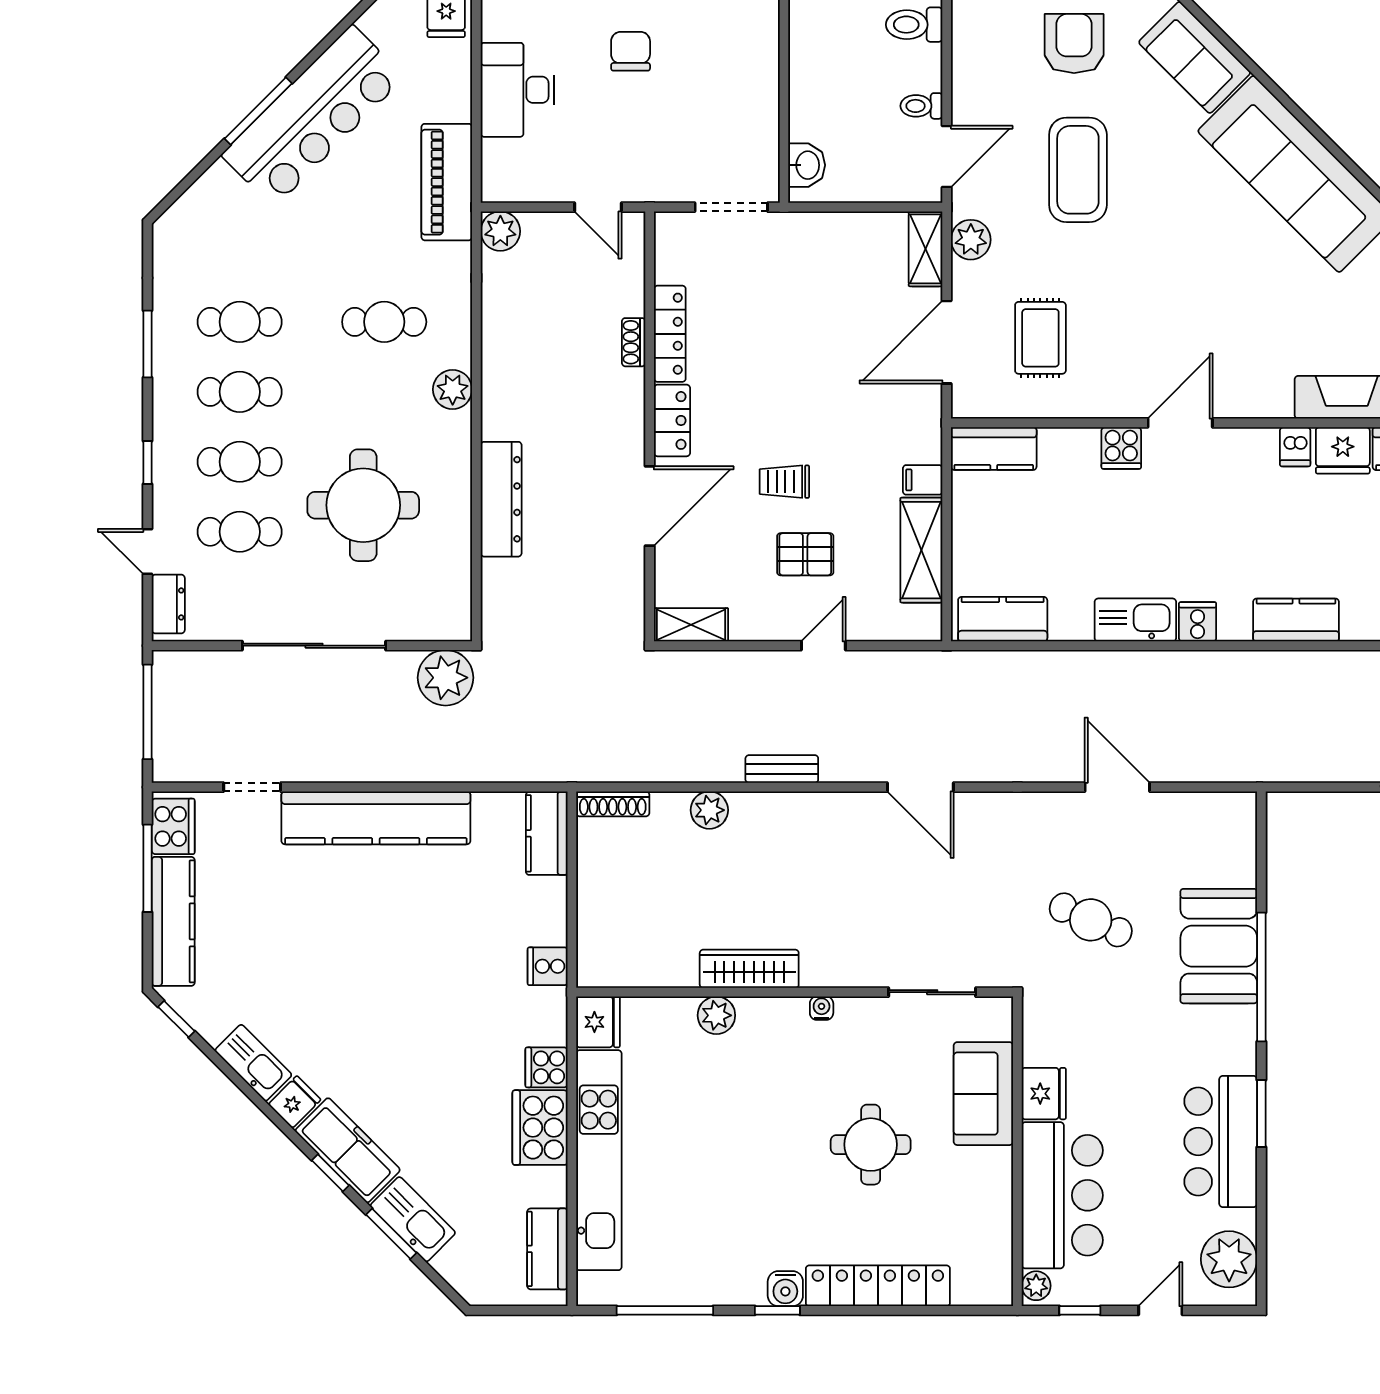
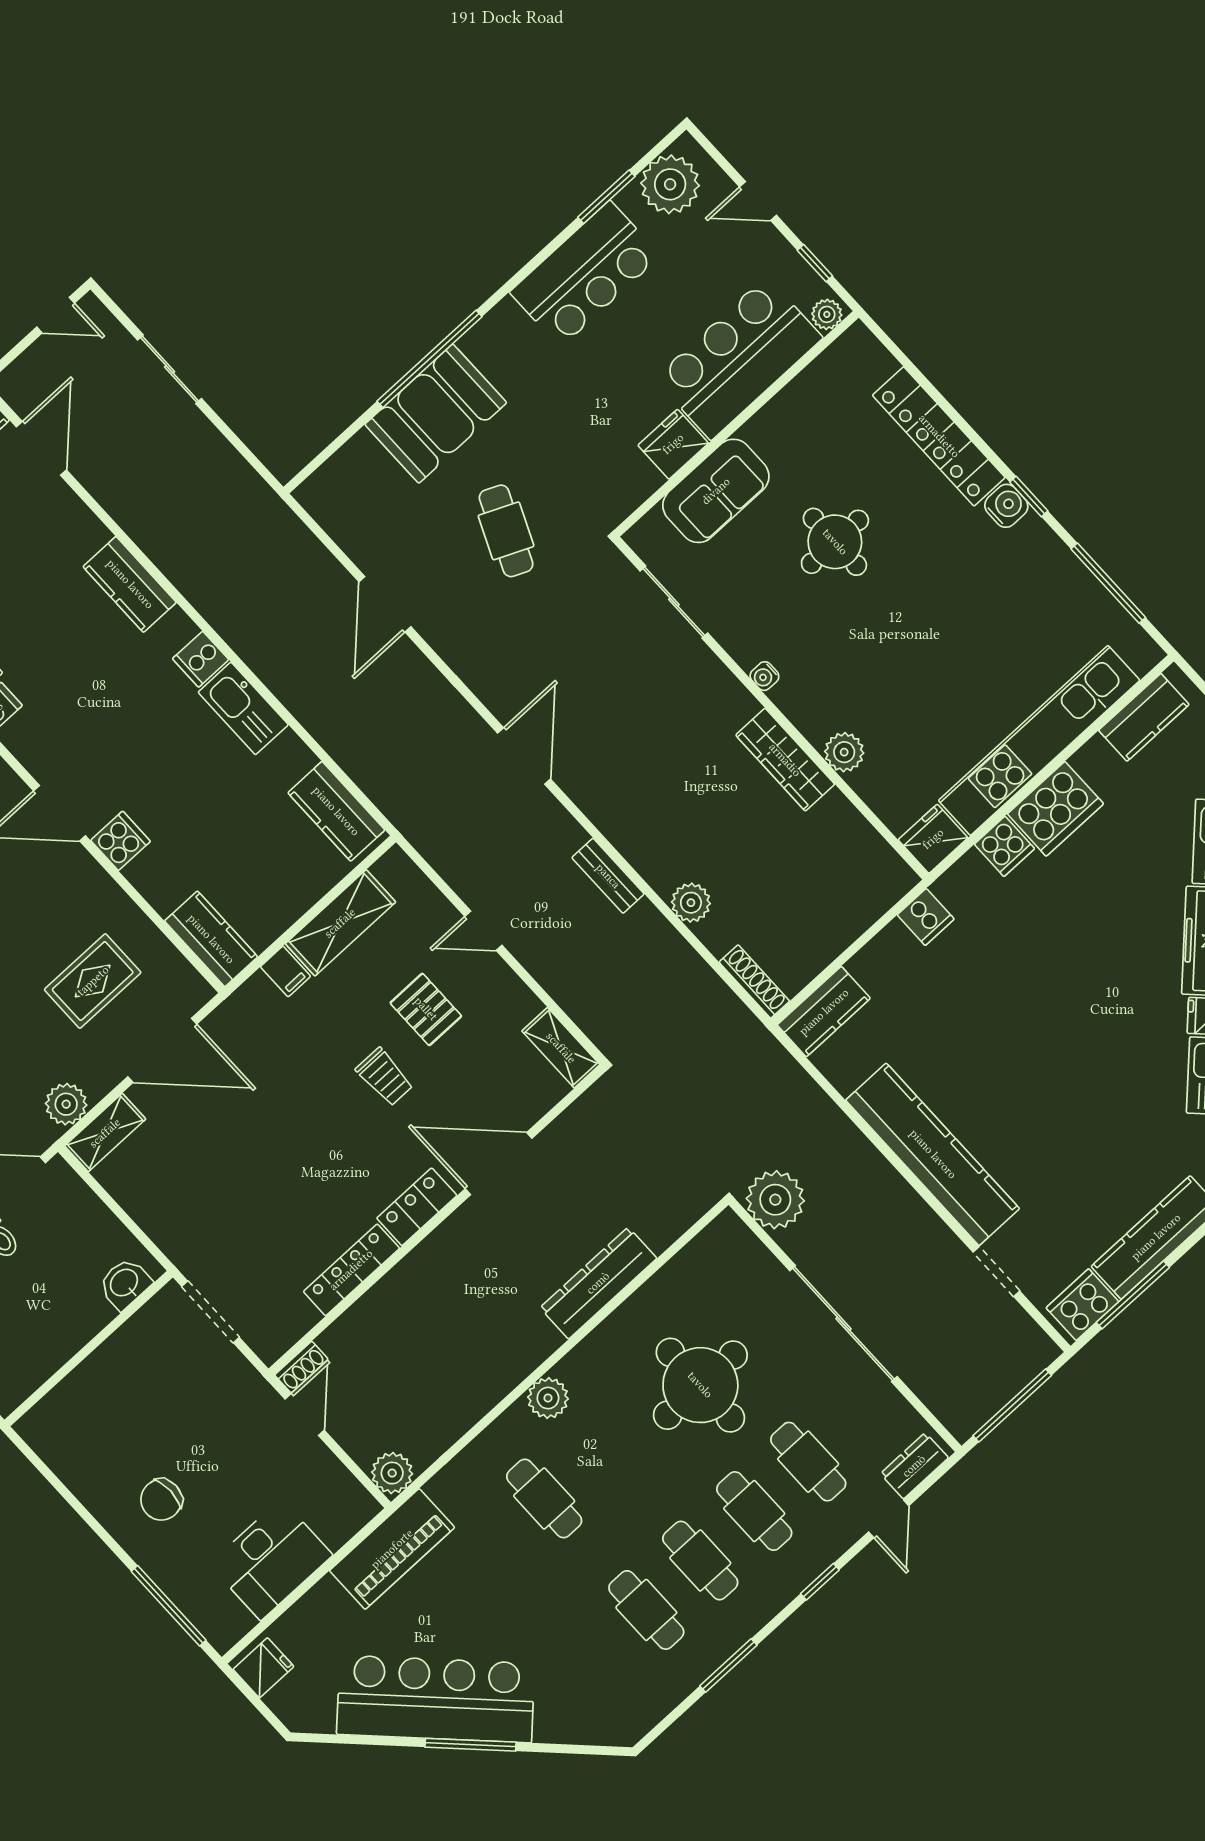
shoe rack: (634, 342) -> (301, 1367), moved
window: (1261, 1114) -> (606, 197), moved

